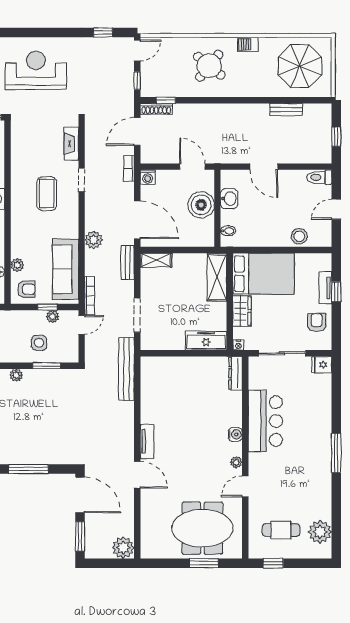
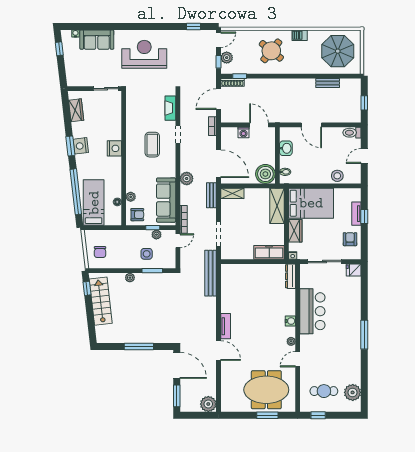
plant: (148, 75) -> (227, 58), added
washing machine: (148, 177) -> (243, 132), moved
boiler: (201, 205) -> (265, 174), moved

